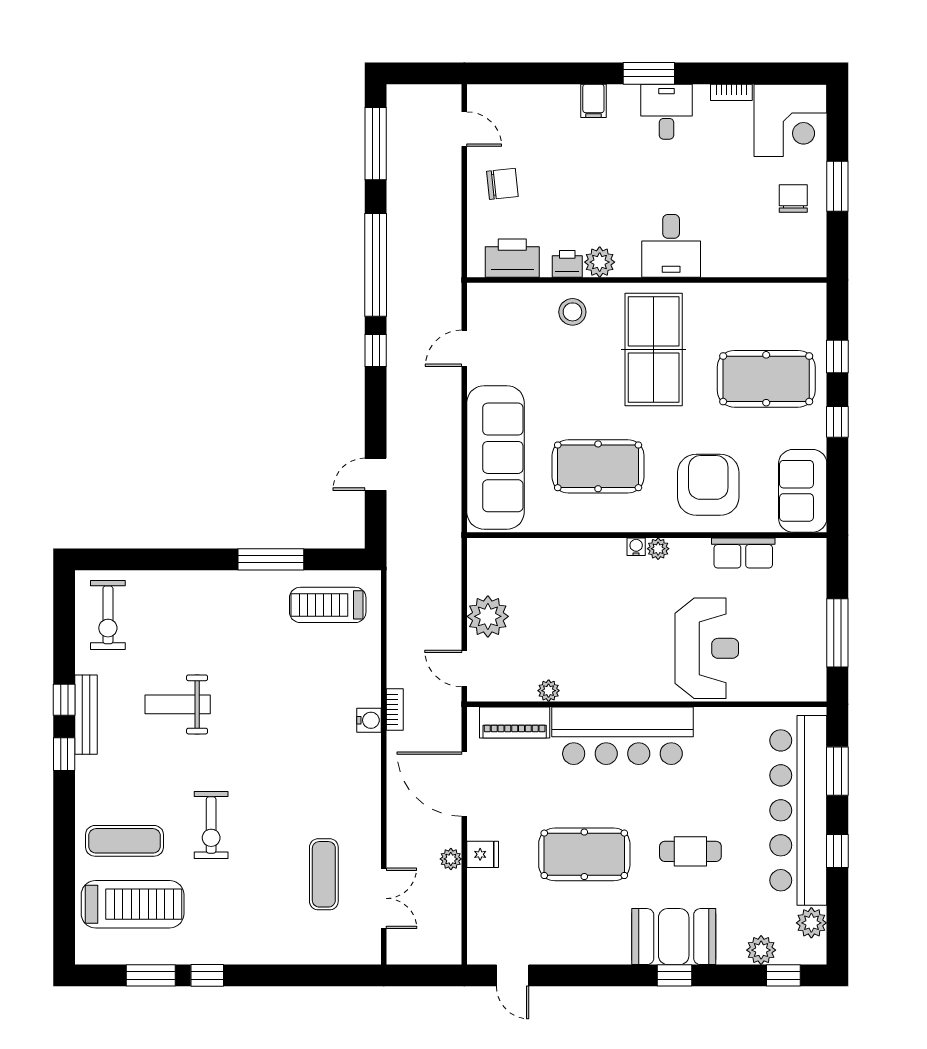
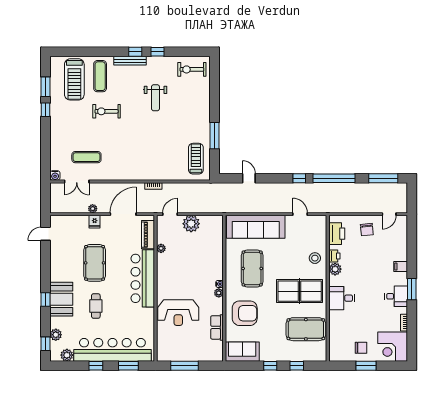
pool table: (766, 379) -> (306, 329), moved, turned 90
weight bench: (178, 704) -> (155, 98), turned 180
bench: (86, 715) -> (130, 61), moved
water cooler: (369, 720) -> (55, 175), moved

